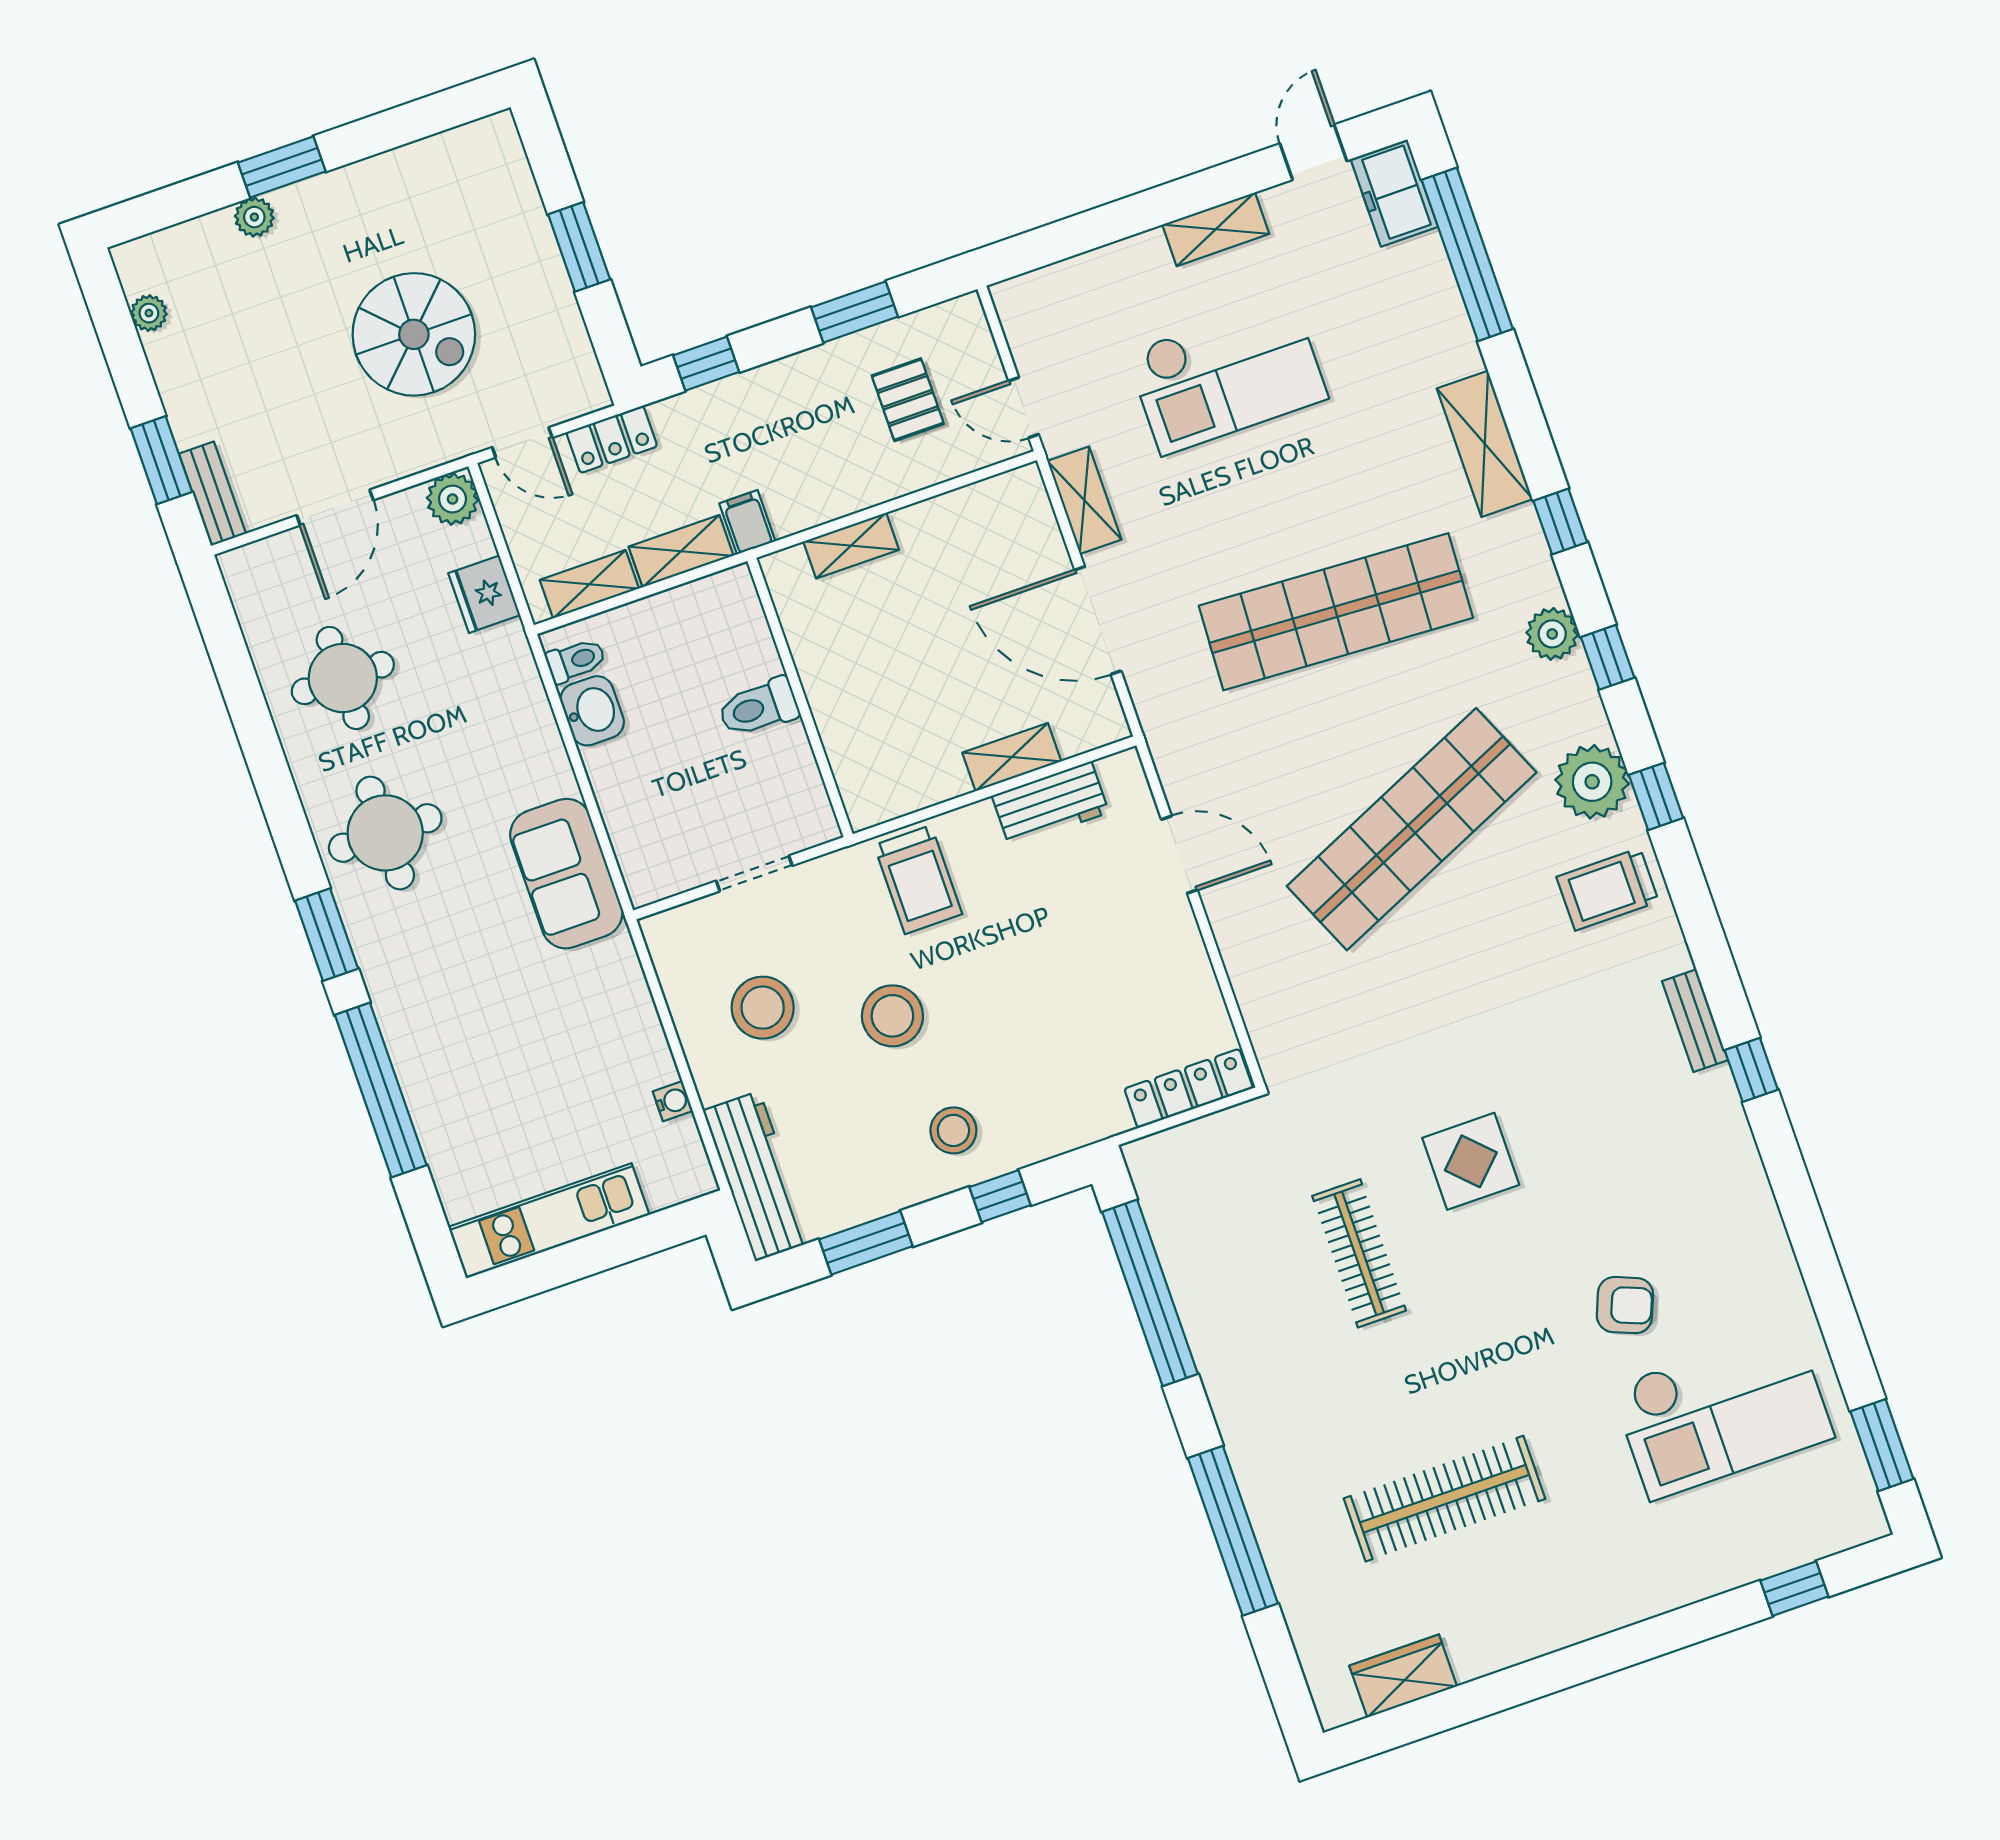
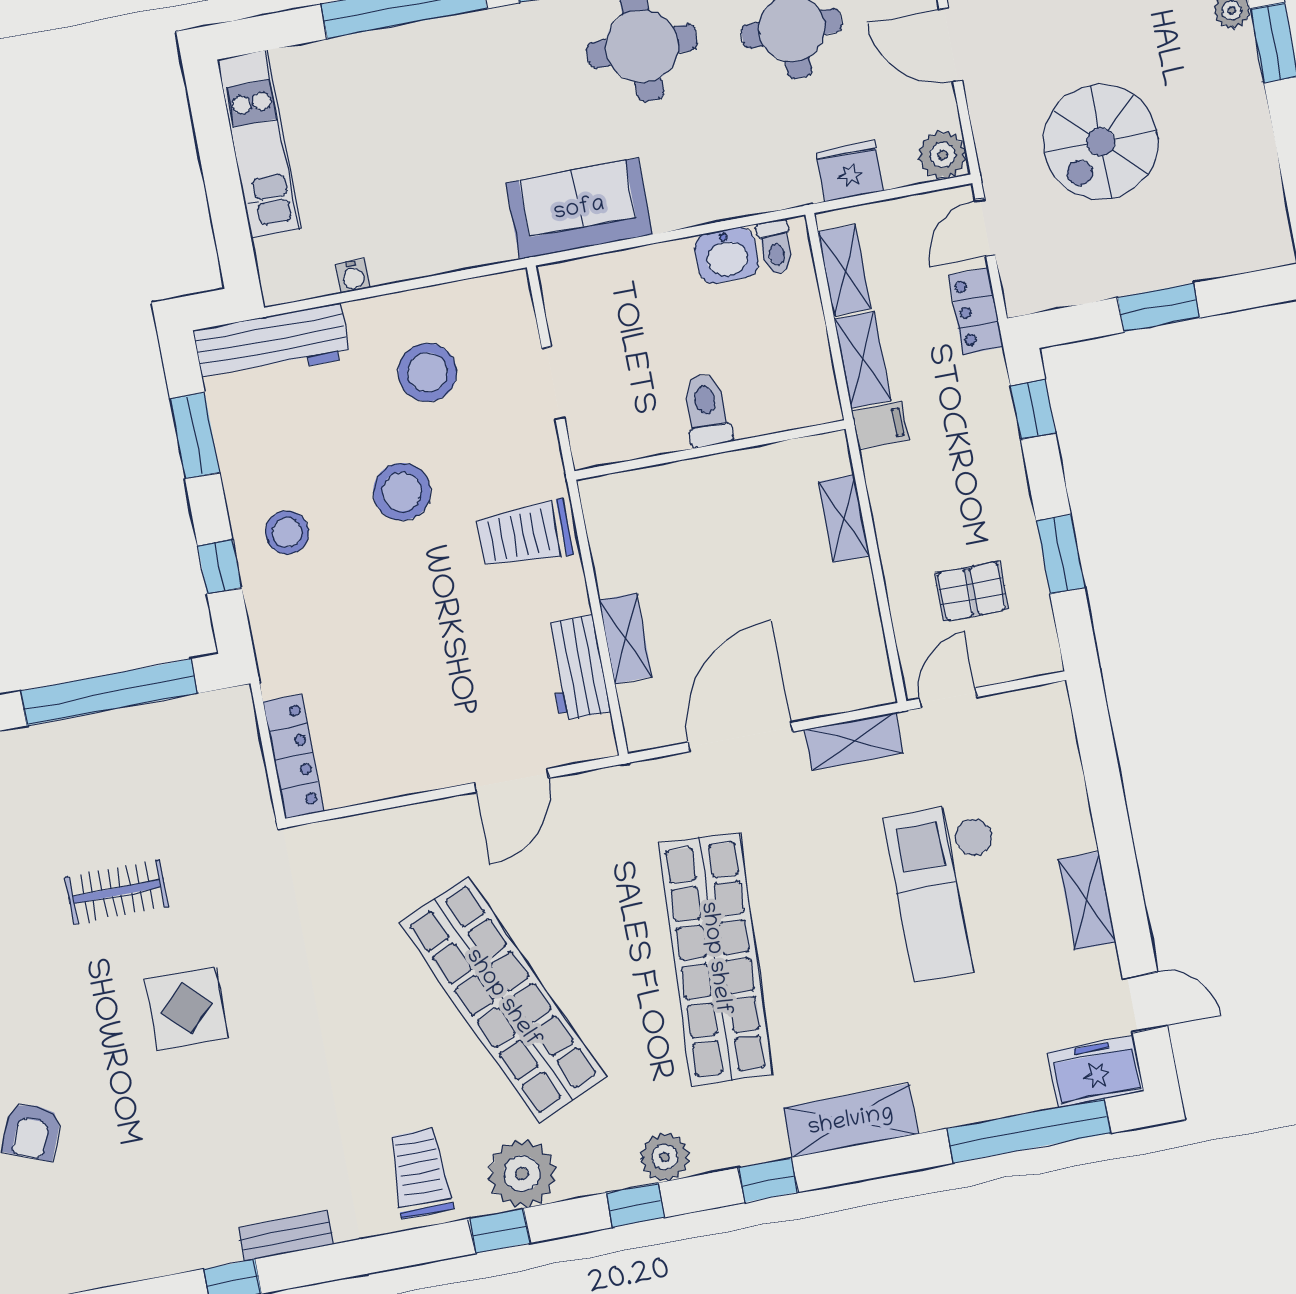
clothes rail: (1359, 1253) -> (117, 892), width x0.73

